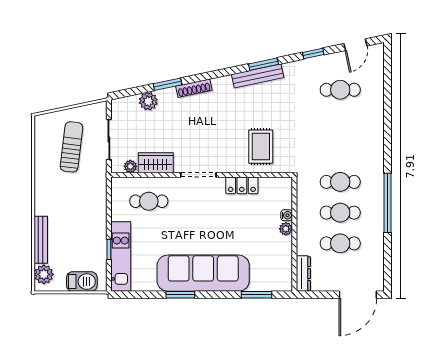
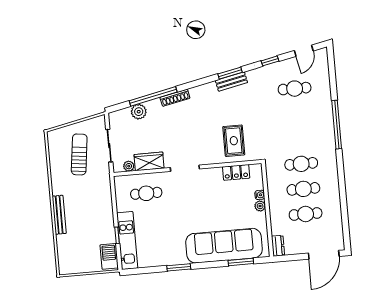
bench: (258, 76) -> (231, 82), width x0.73
window: (167, 84) -> (153, 96), width x2.11
locker: (242, 185) -> (236, 172), moved
window: (387, 203) -> (337, 125), moved
bench: (41, 240) -> (59, 215), moved
sofa: (203, 273) -> (224, 246), moved
plant: (44, 274) -> (66, 261), removed
dresser: (303, 274) -> (278, 246), width x0.70
barbecue: (82, 282) -> (109, 256), moved, turned -90

